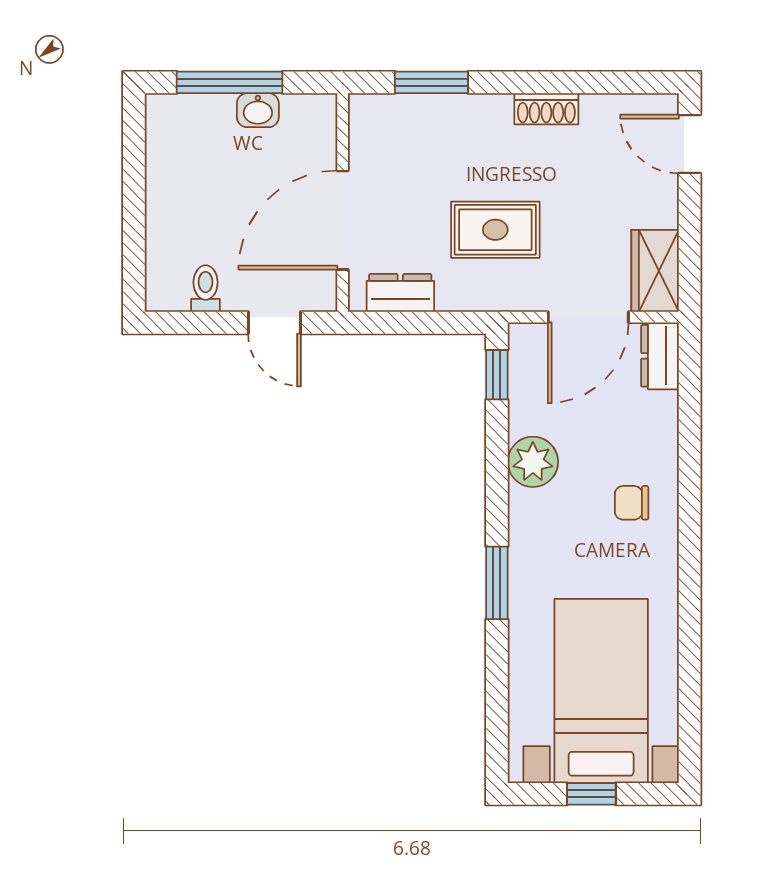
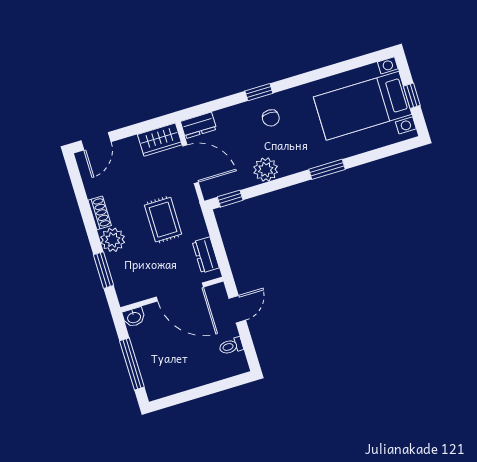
washbasin: (258, 110) -> (134, 317), moved, turned 90
plant: (486, 118) -> (113, 240), added
window: (690, 494) -> (259, 92), added

